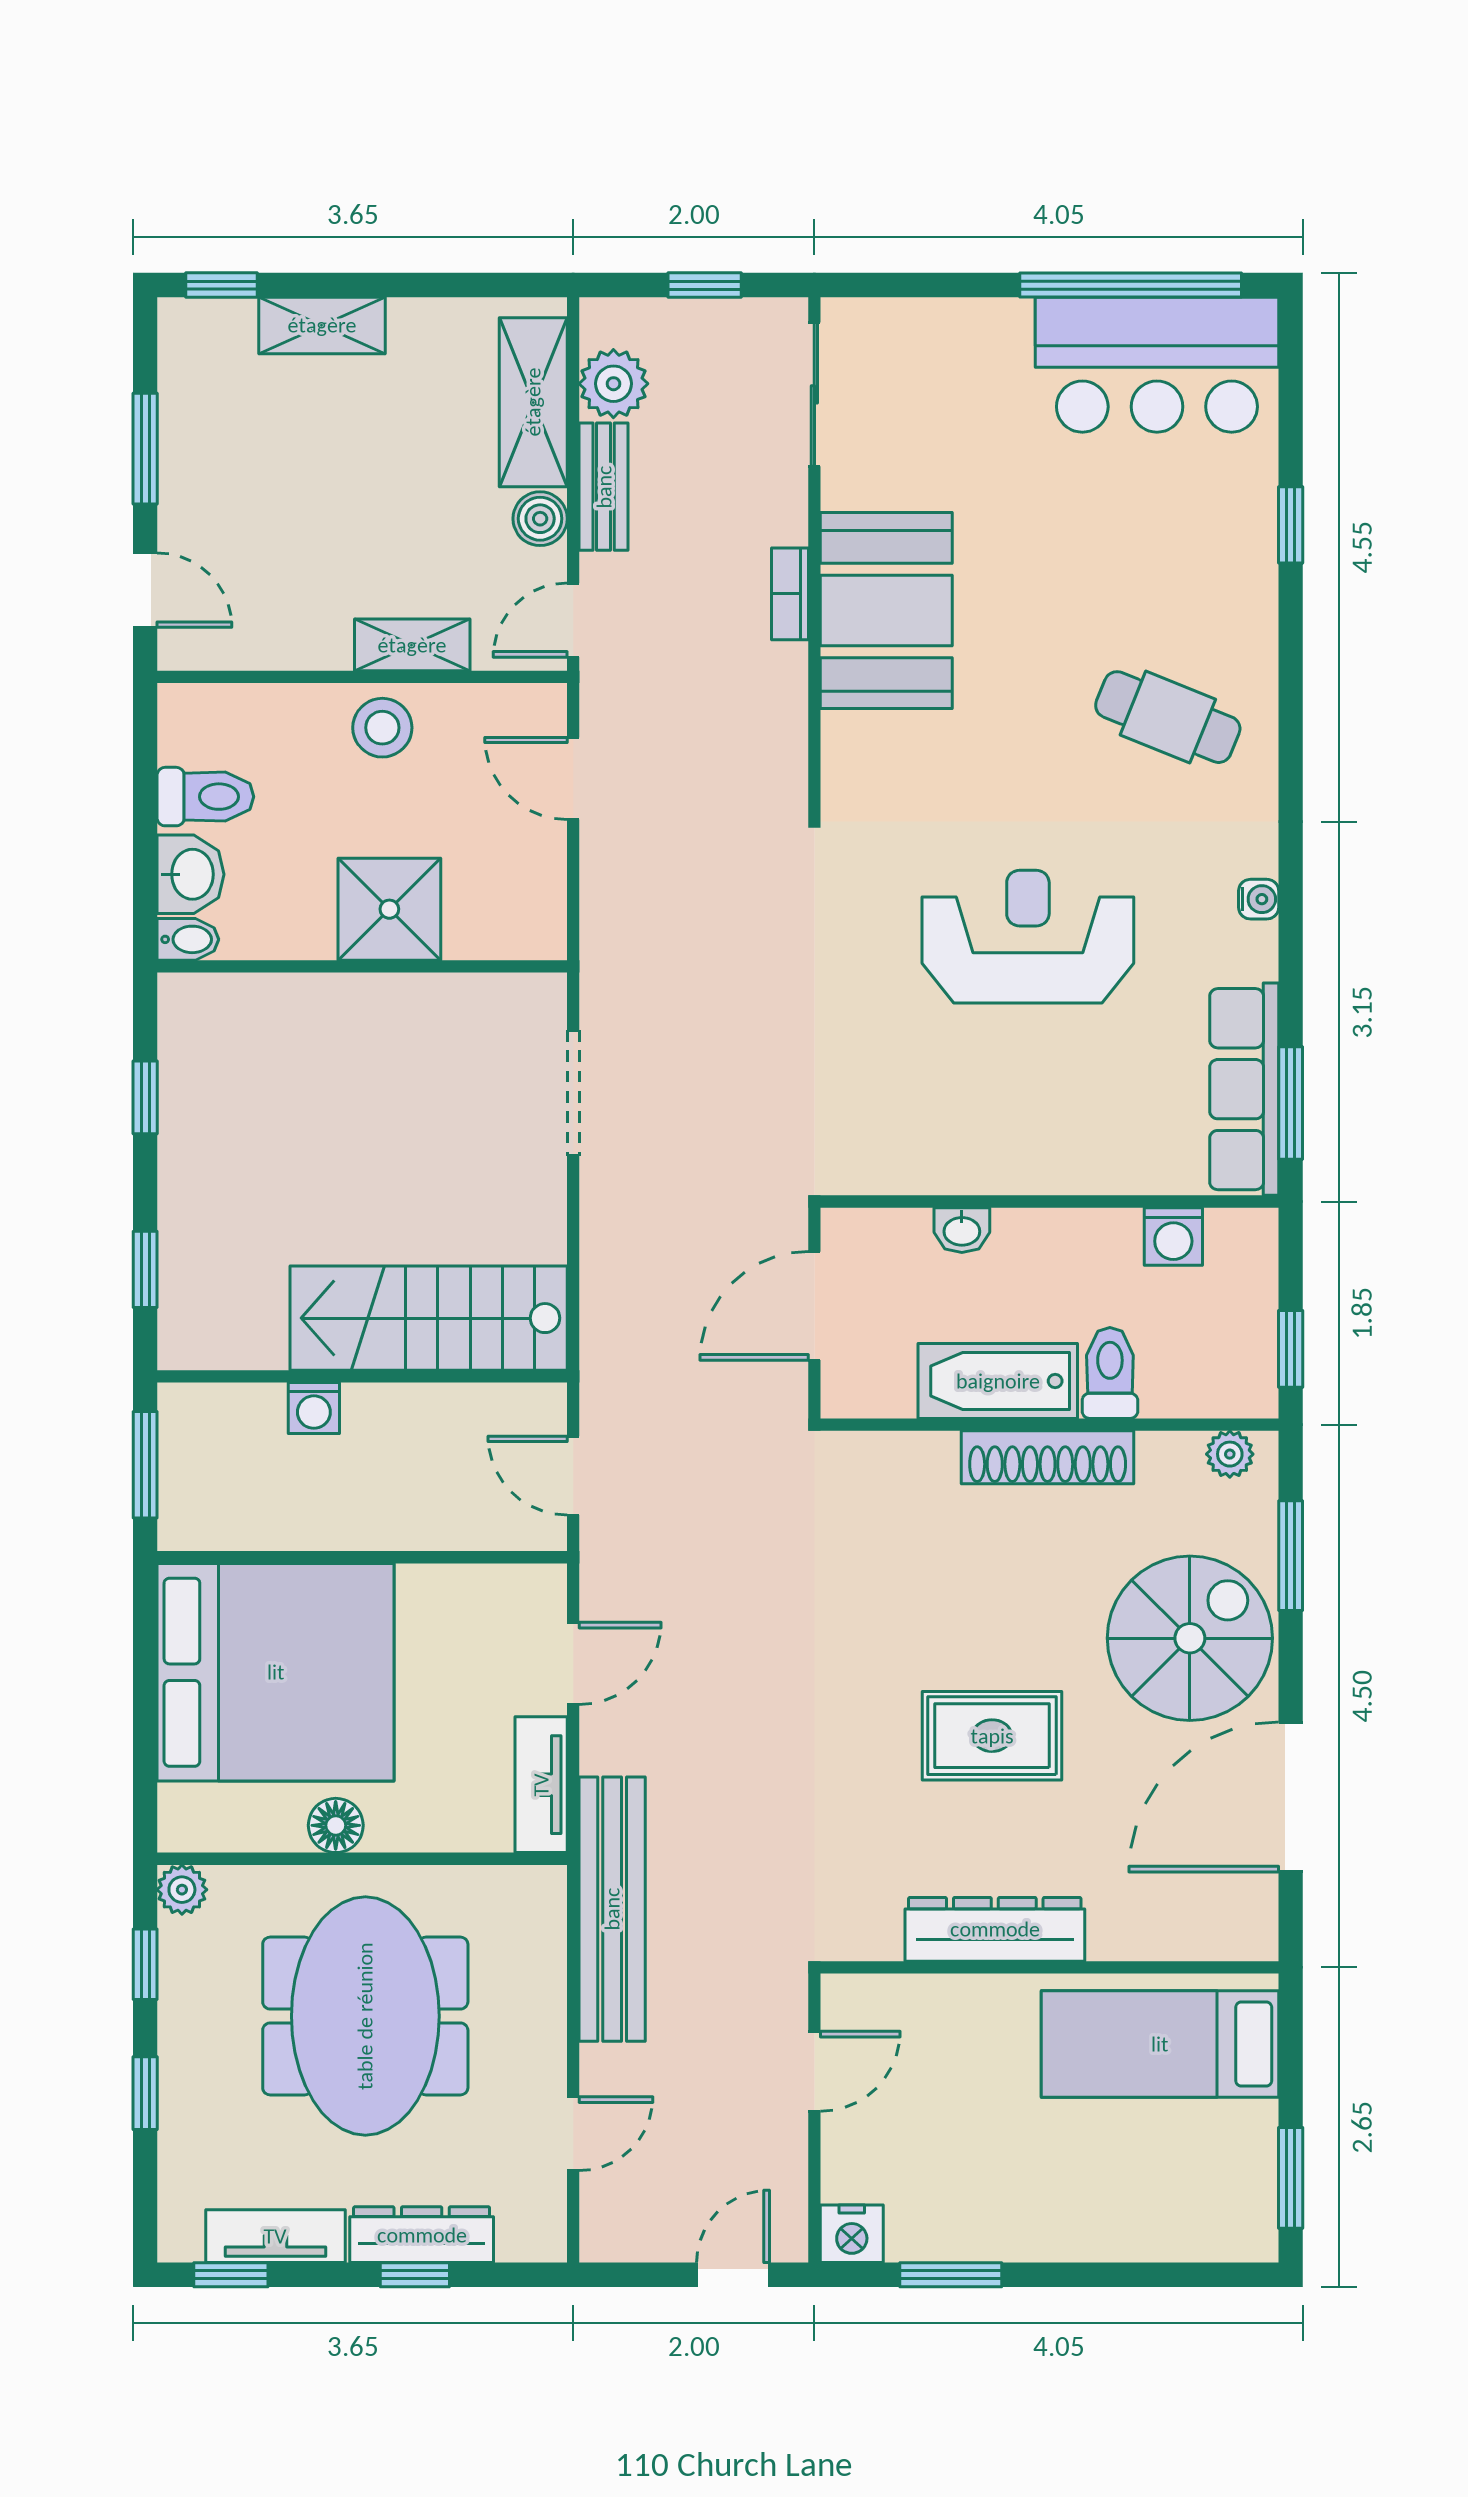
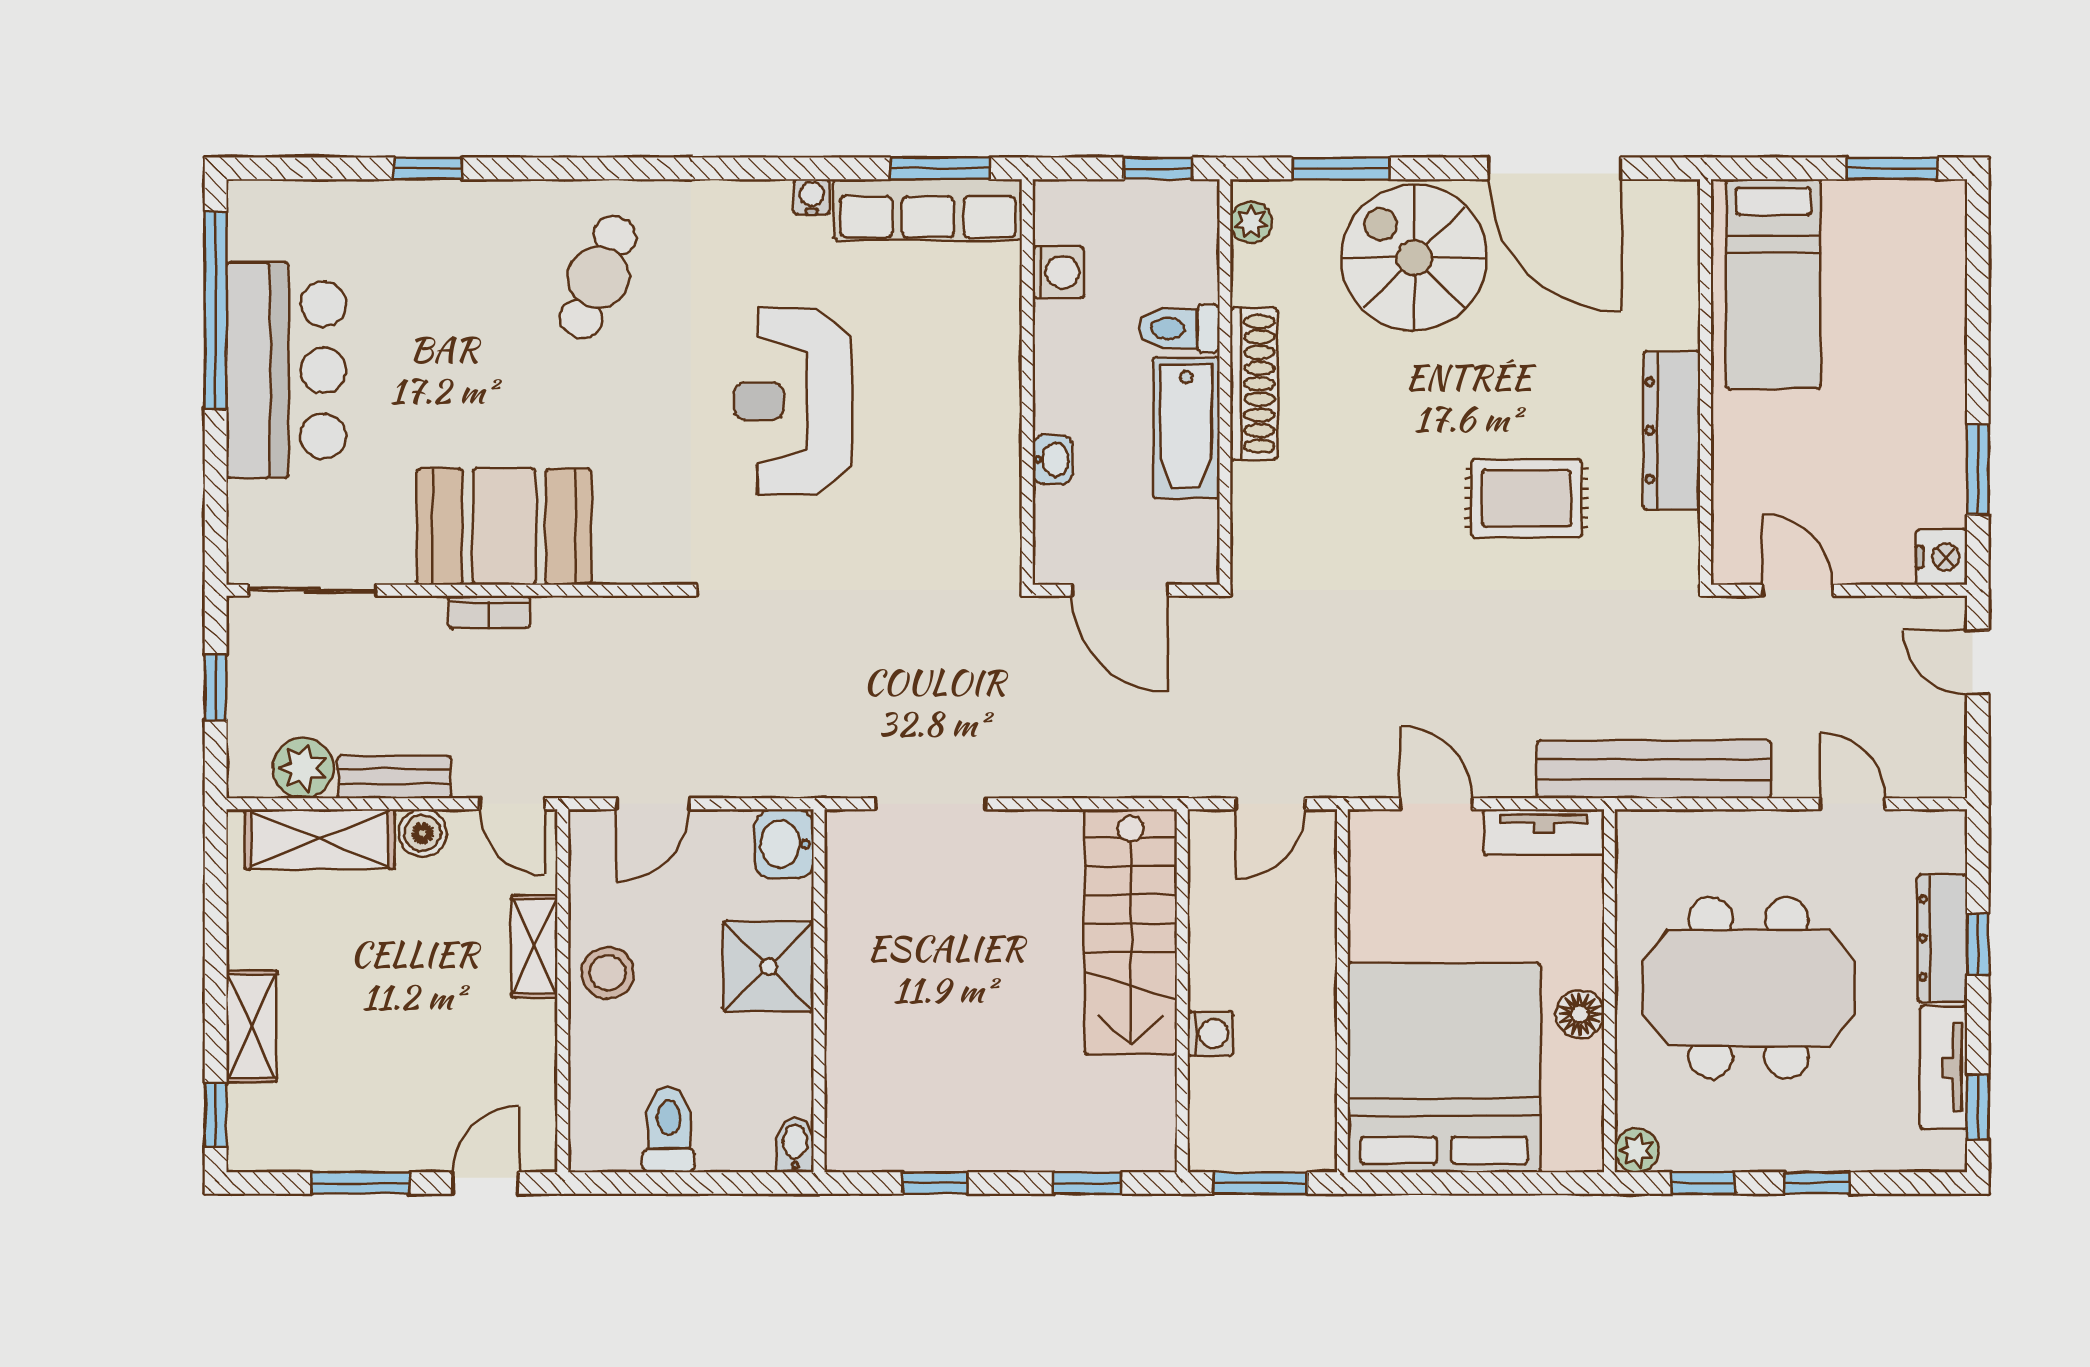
bar counter: (1157, 365) -> (286, 370), moved
washbasin: (190, 874) -> (784, 844), moved, turned -90
water cooler: (1259, 899) -> (812, 197), moved
rug: (992, 1736) -> (1527, 498), moved, turned 90

